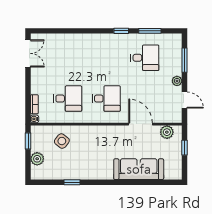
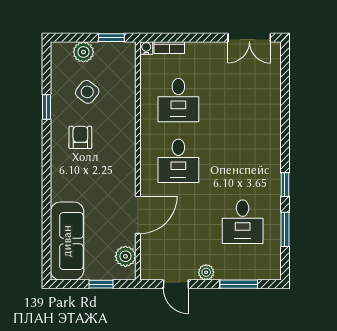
door: (185, 100) -> (176, 284), hinge flipped
side table: (62, 141) -> (87, 92), moved
armchair: (91, 161) -> (80, 137), added
sofa: (139, 169) -> (67, 241), moved

